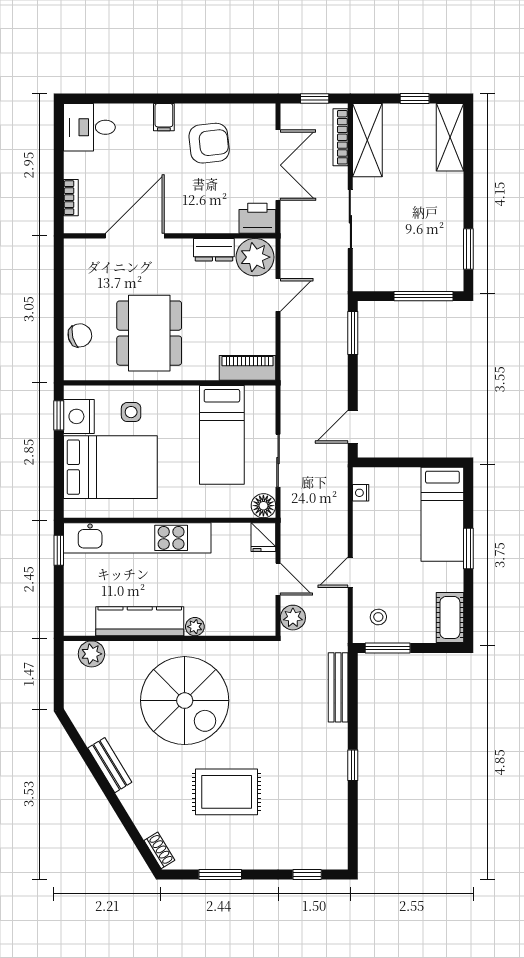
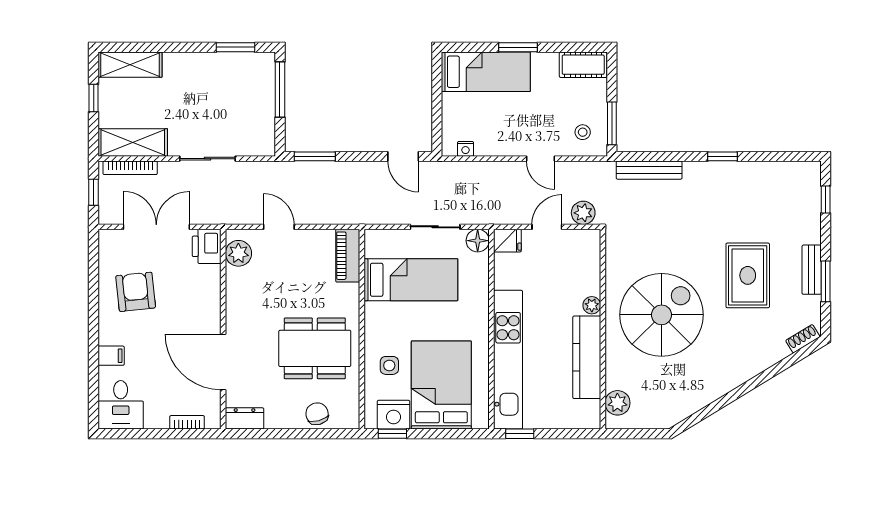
filing cabinet: (164, 117) -> (111, 356), moved
dresser: (214, 250) -> (245, 418), moved, turned -90
plant: (255, 257) -> (238, 253), width x0.73, depth x0.73
bench: (110, 765) -> (812, 270), moved, turned -59

